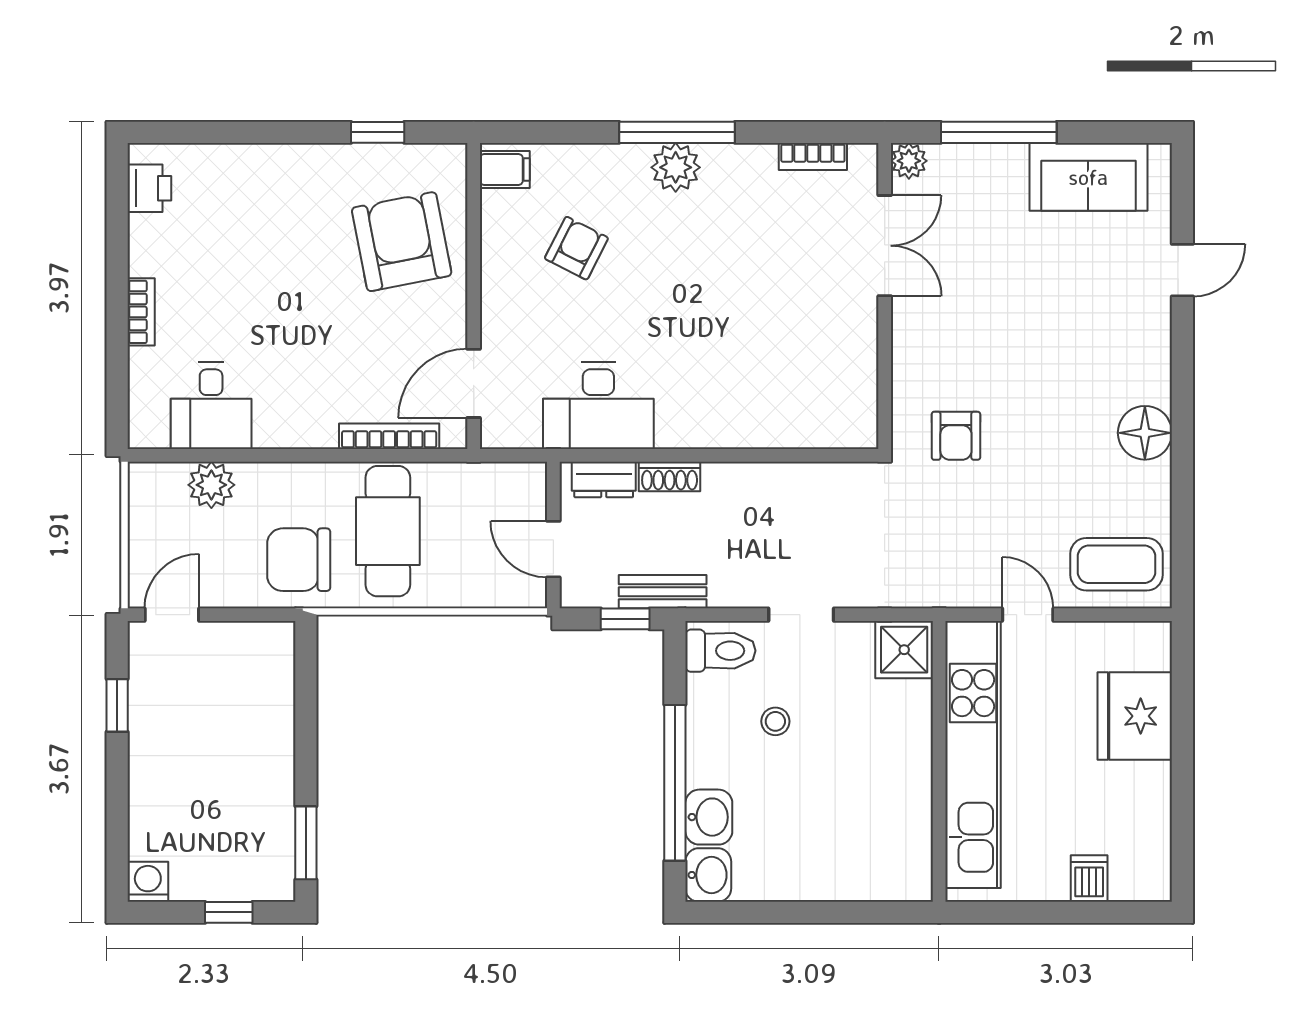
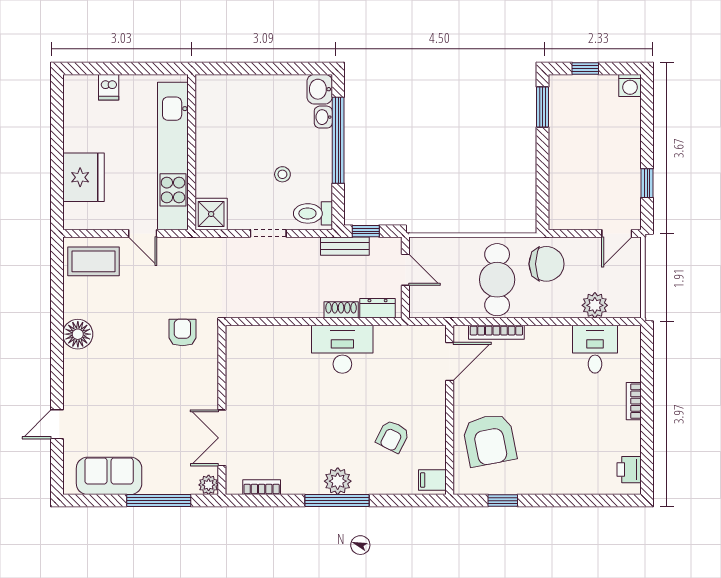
desk: (598, 406) -> (342, 349), moved
washbasin: (709, 817) -> (323, 117), width x0.72, depth x0.69

